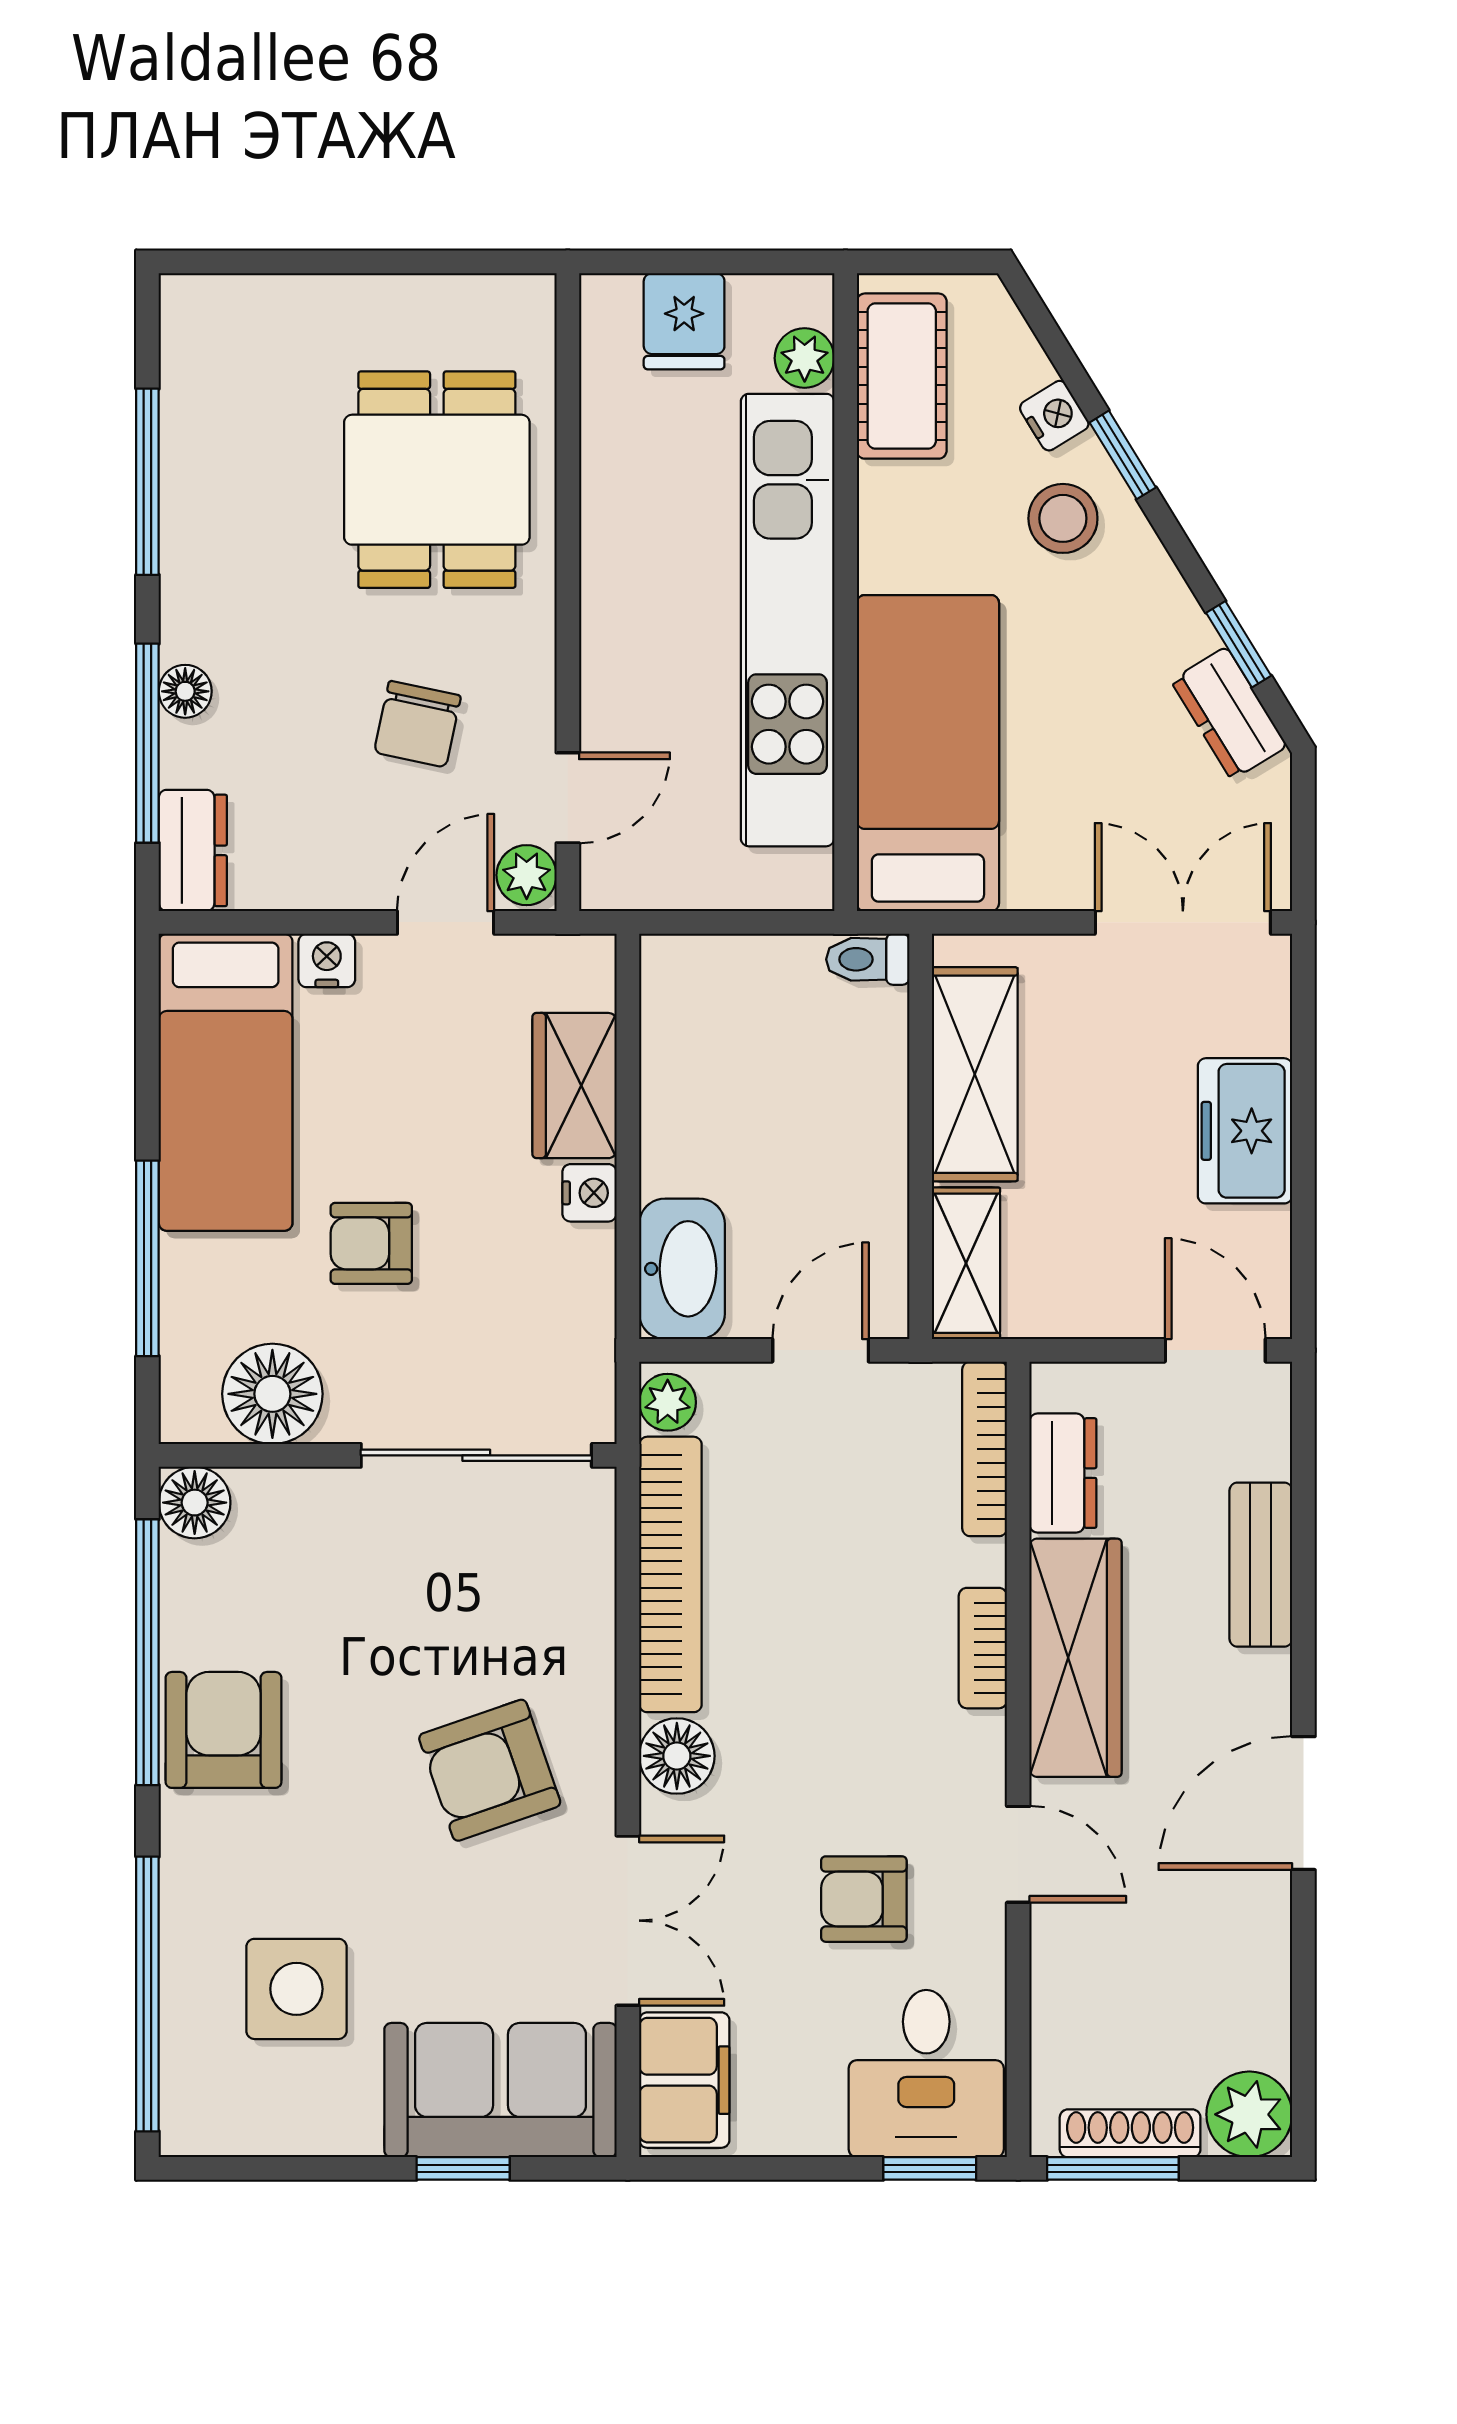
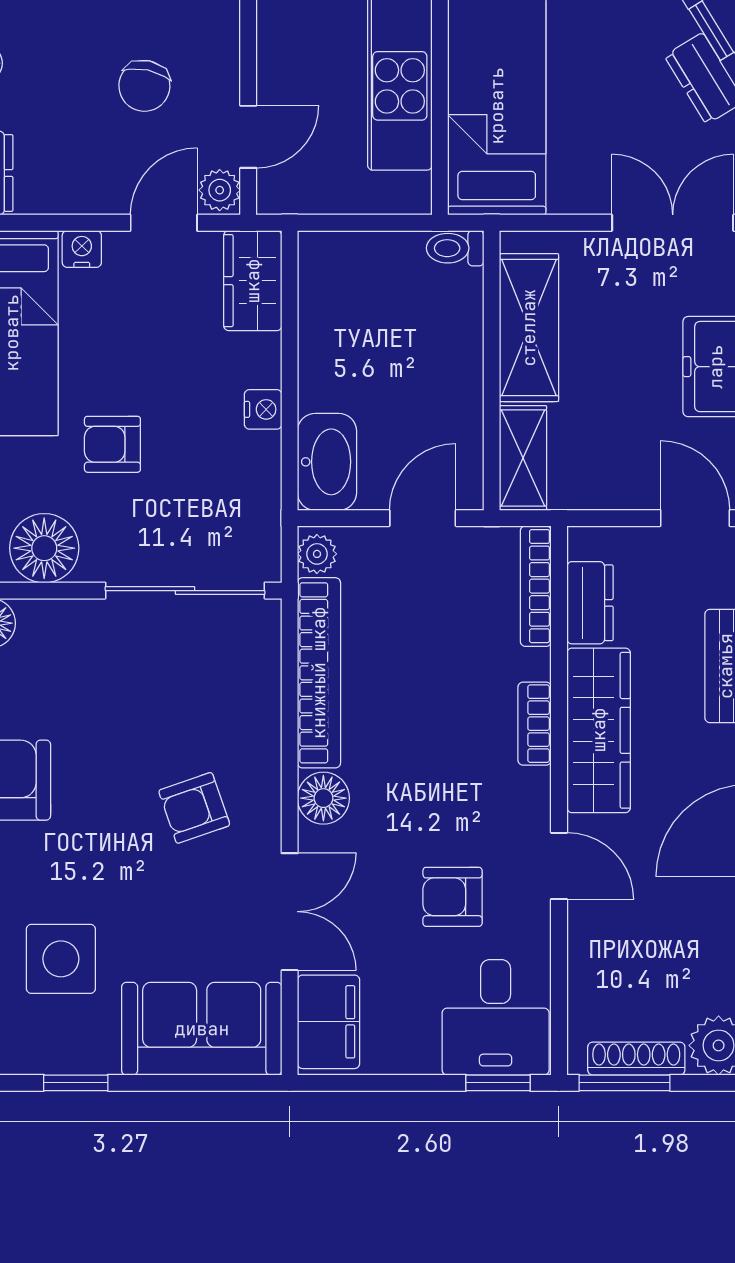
wardrobe: (574, 1086) -> (253, 281), moved
armchair: (490, 1770) -> (194, 808), width x0.72, depth x0.72
window: (463, 2168) -> (76, 1083), moved

